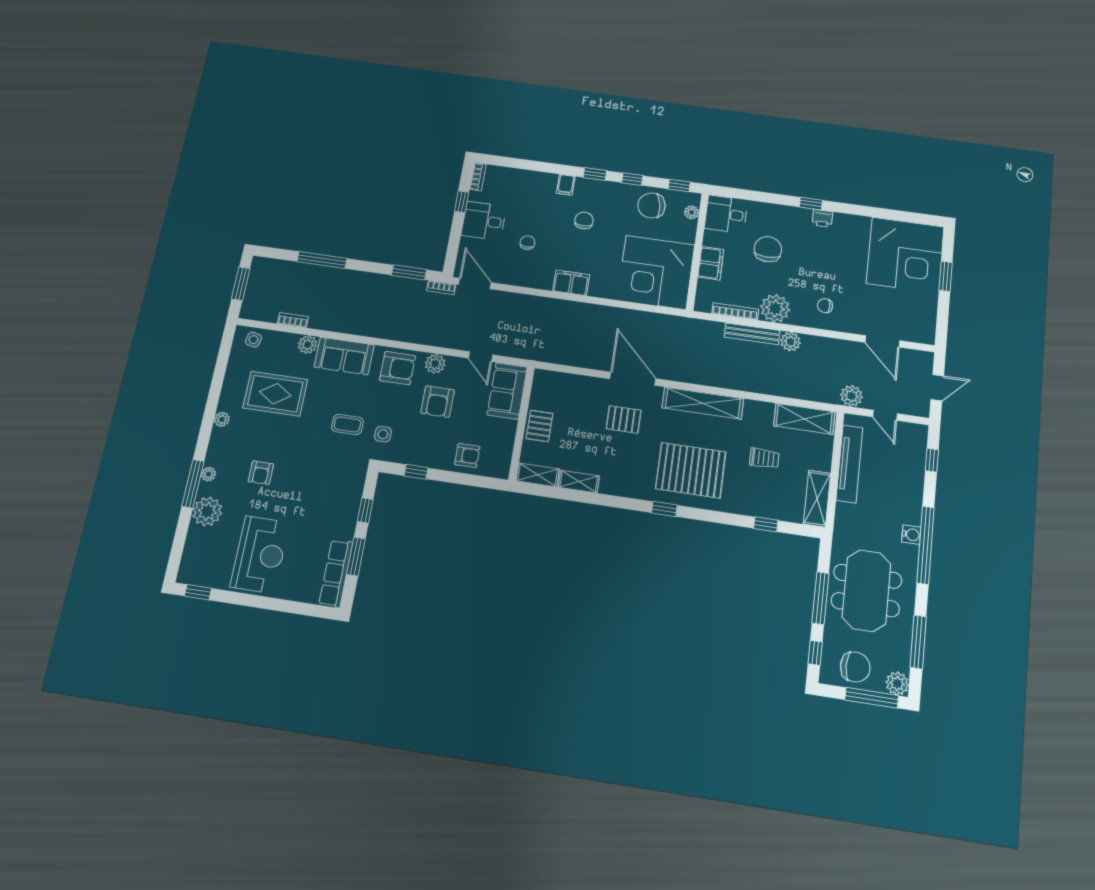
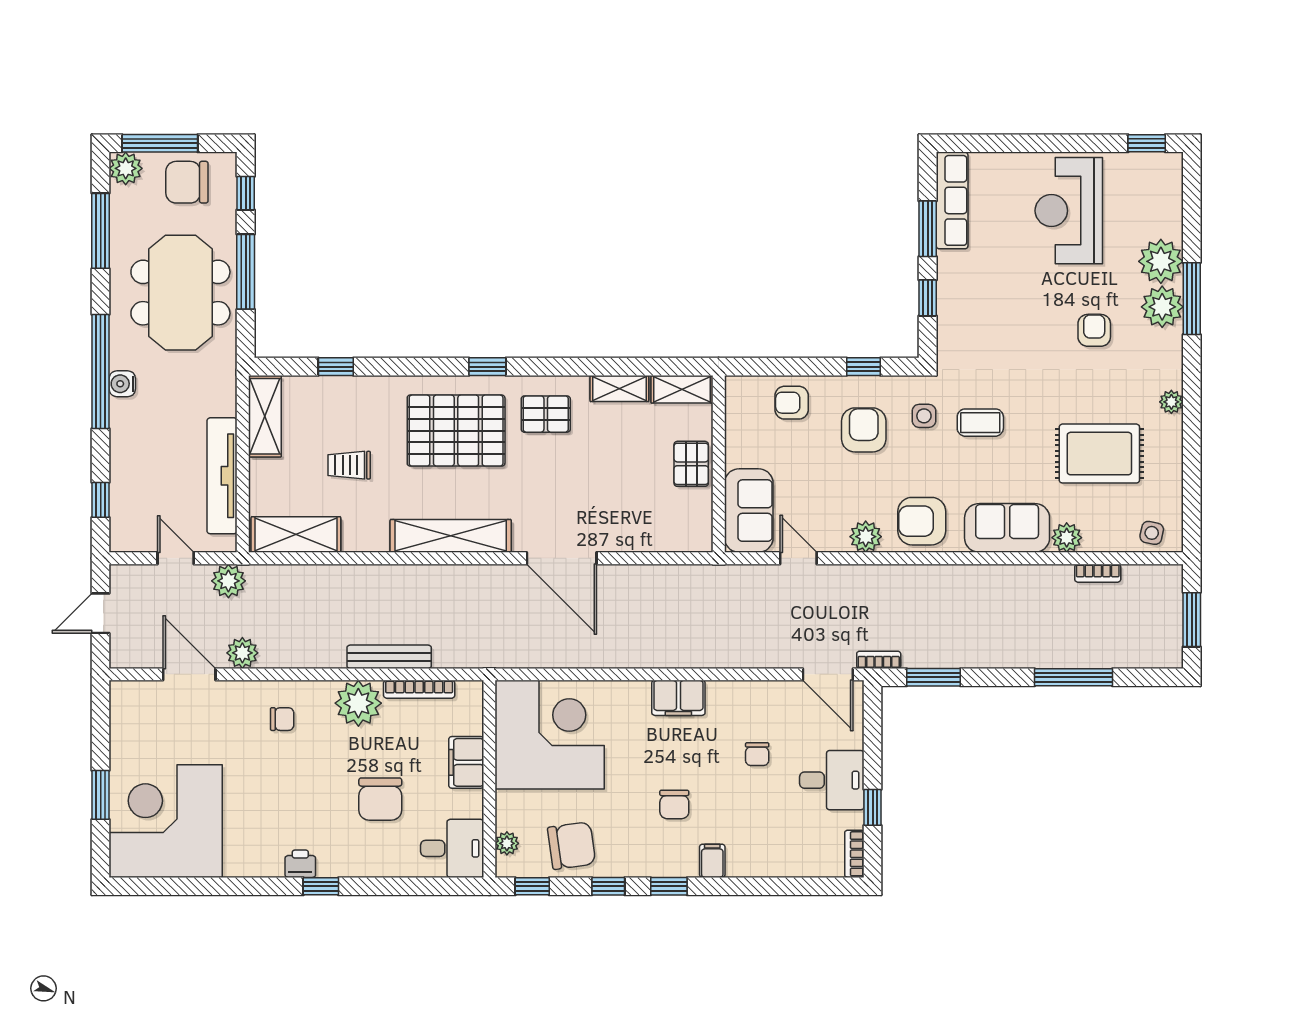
plant: (790, 342) -> (242, 653), moved
armchair: (438, 402) -> (864, 430), moved
pallet: (624, 420) -> (546, 414), moved
plant: (209, 474) -> (1162, 307), width x1.88, depth x1.88

